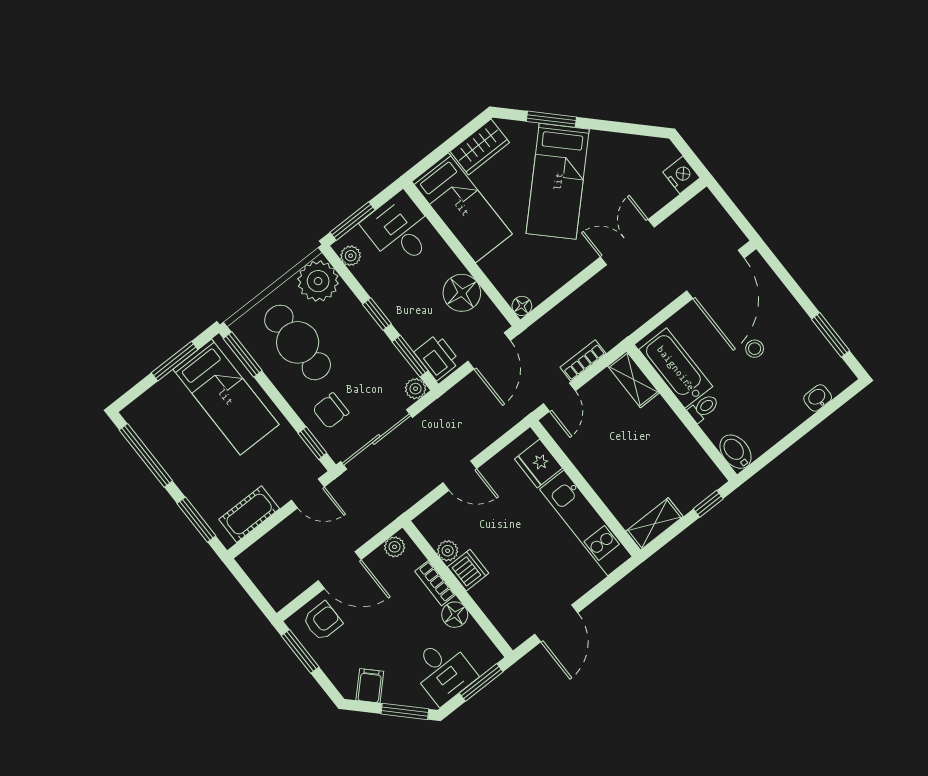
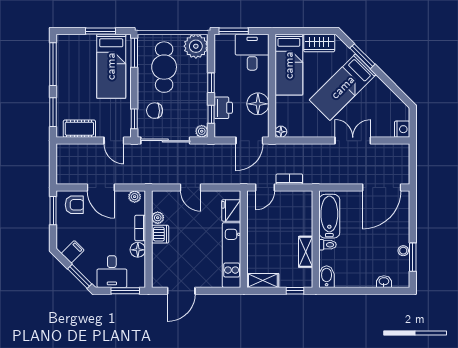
plant: (351, 256) -> (220, 46), removed
stool: (755, 349) -> (403, 251), moved
window: (410, 356) -> (211, 114), width x0.67
printer: (437, 357) -> (223, 108), moved
shelving: (633, 379) -> (306, 252), moved

